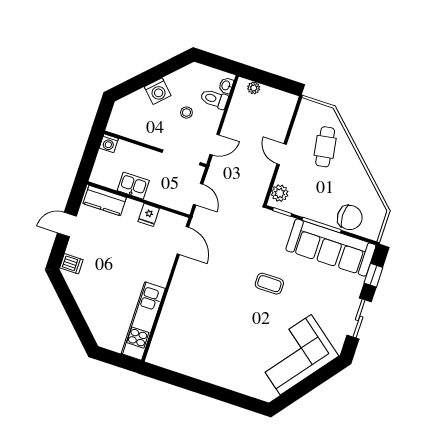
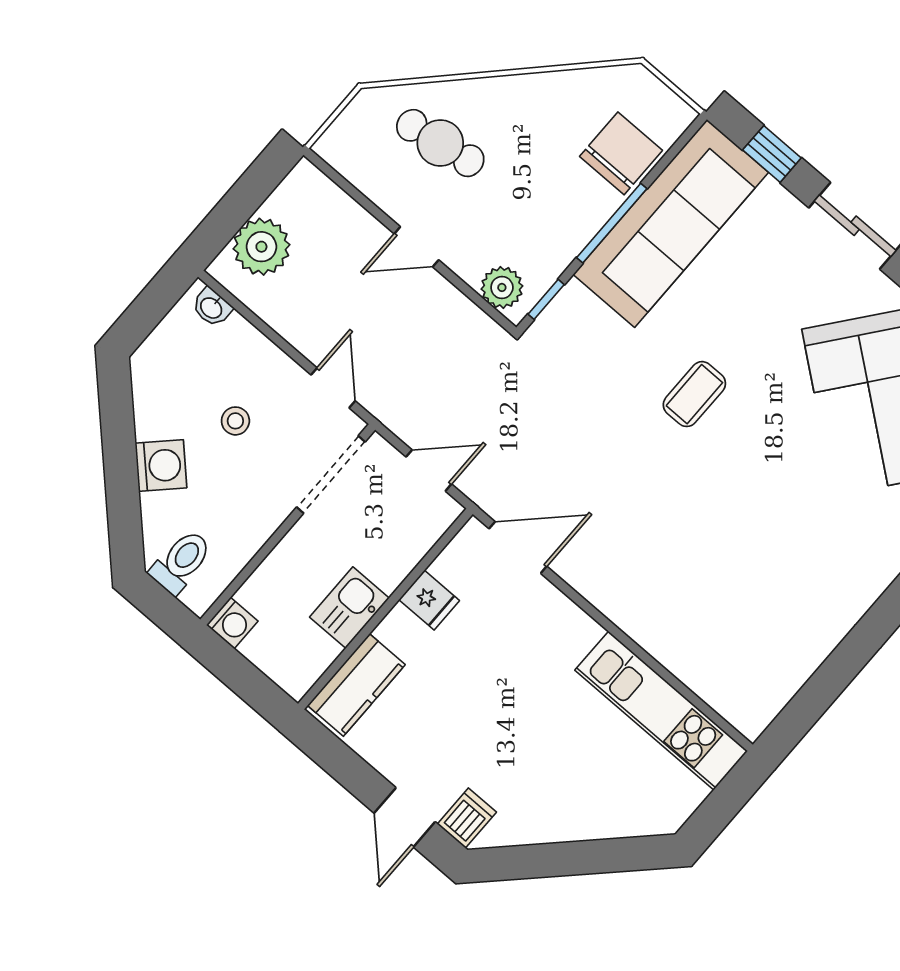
plant: (254, 88) -> (261, 247), width x1.87, depth x1.87
toilet: (214, 99) -> (181, 562), moved, turned 180
door: (67, 225) -> (405, 817), moved

